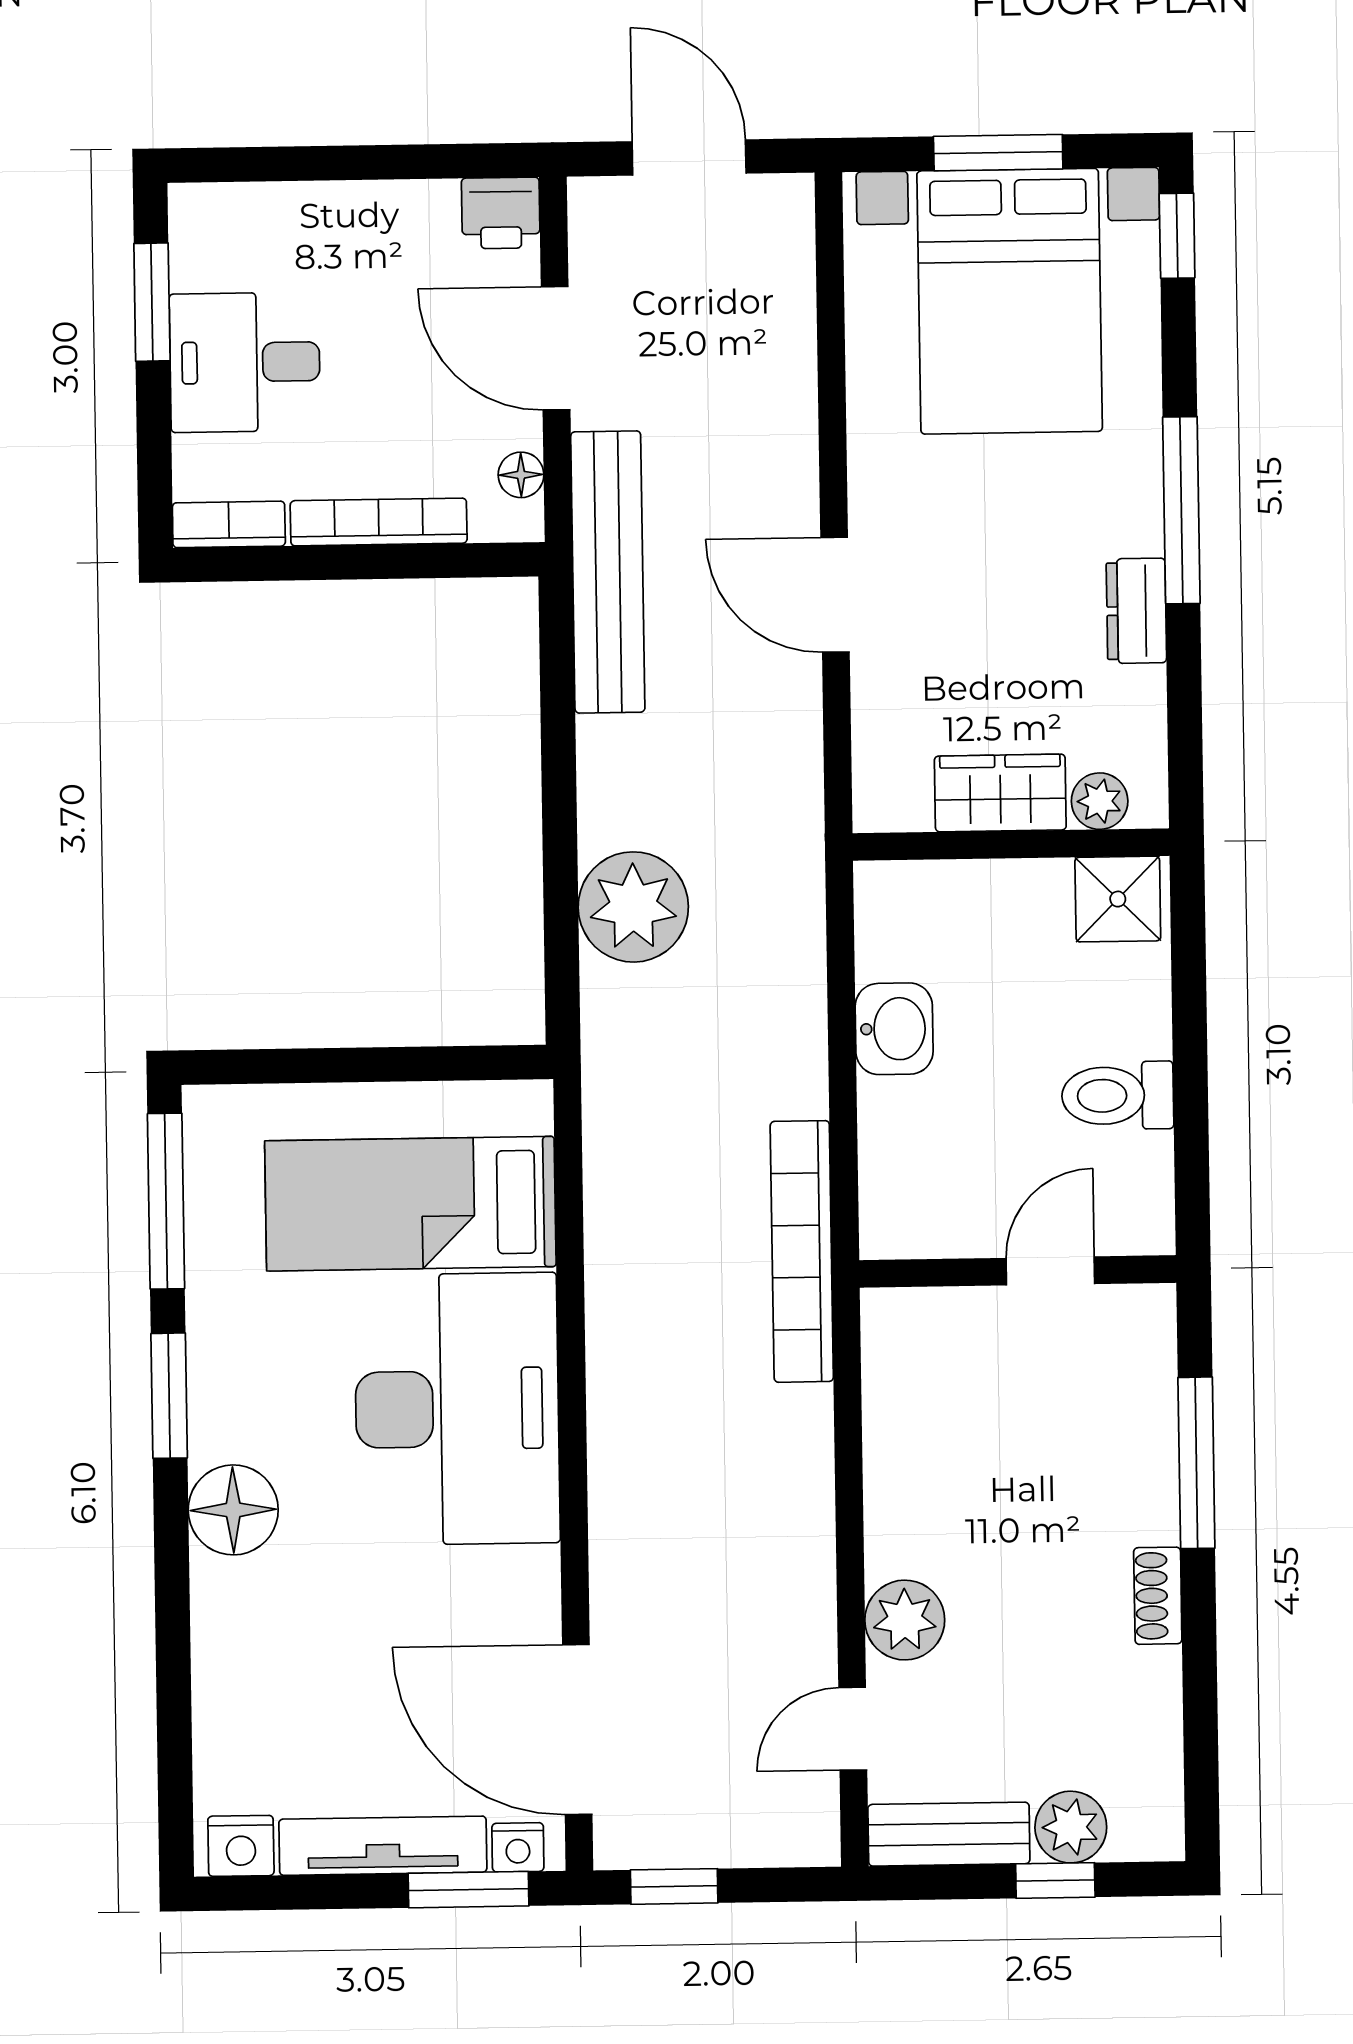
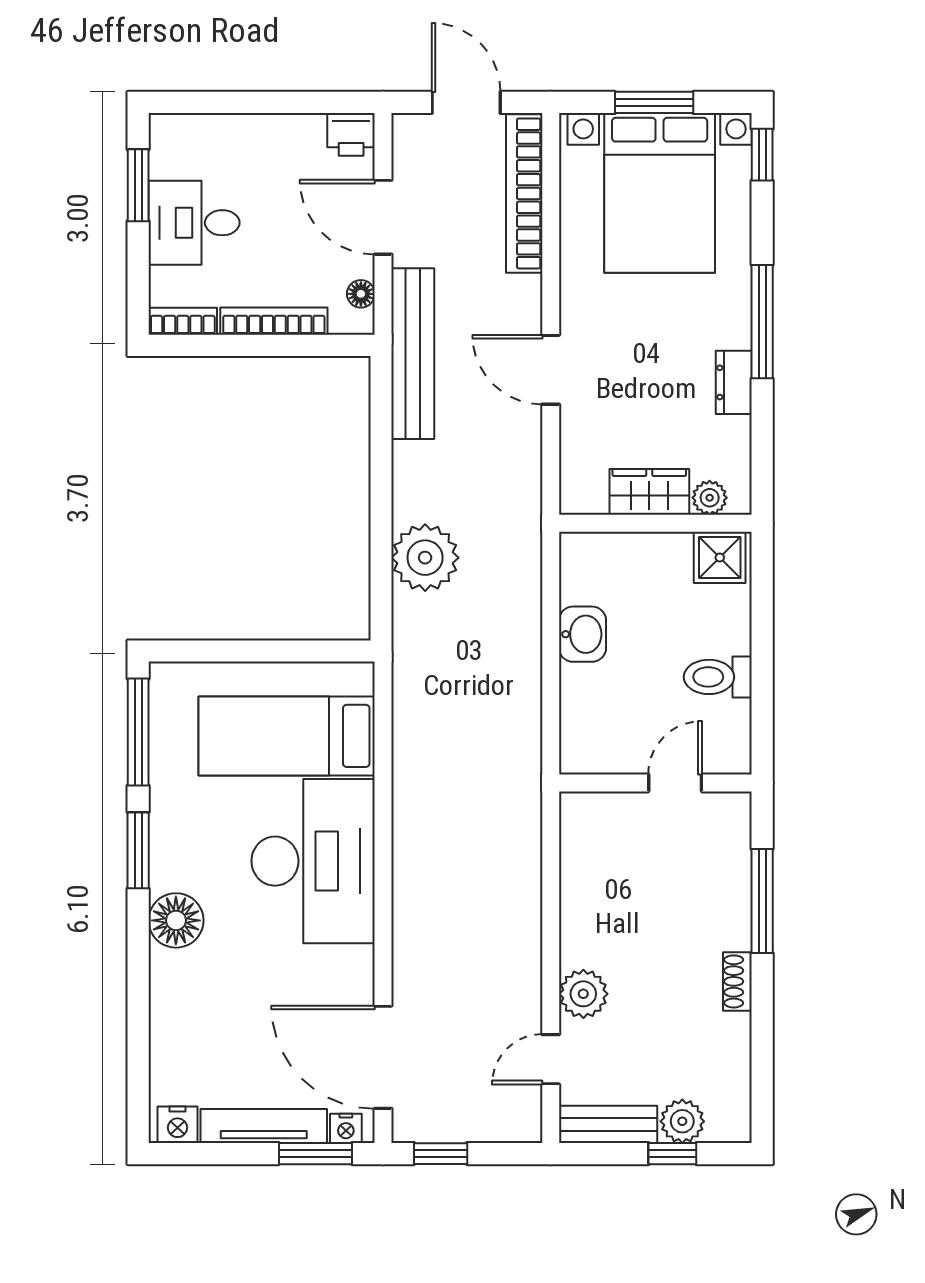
bookcase: (802, 1251) -> (524, 193), moved

